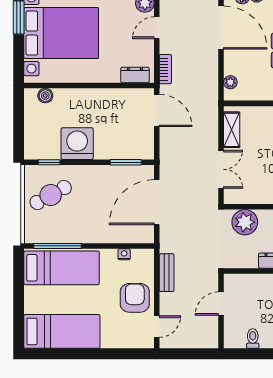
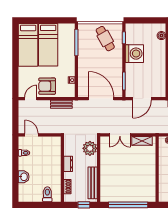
door: (157, 110) -> (142, 99), moved
bed: (62, 268) -> (48, 45), moved
armchair: (135, 298) -> (47, 86), turned 180
door: (221, 304) -> (31, 135), moved
door: (157, 327) -> (31, 99), swing flipped

